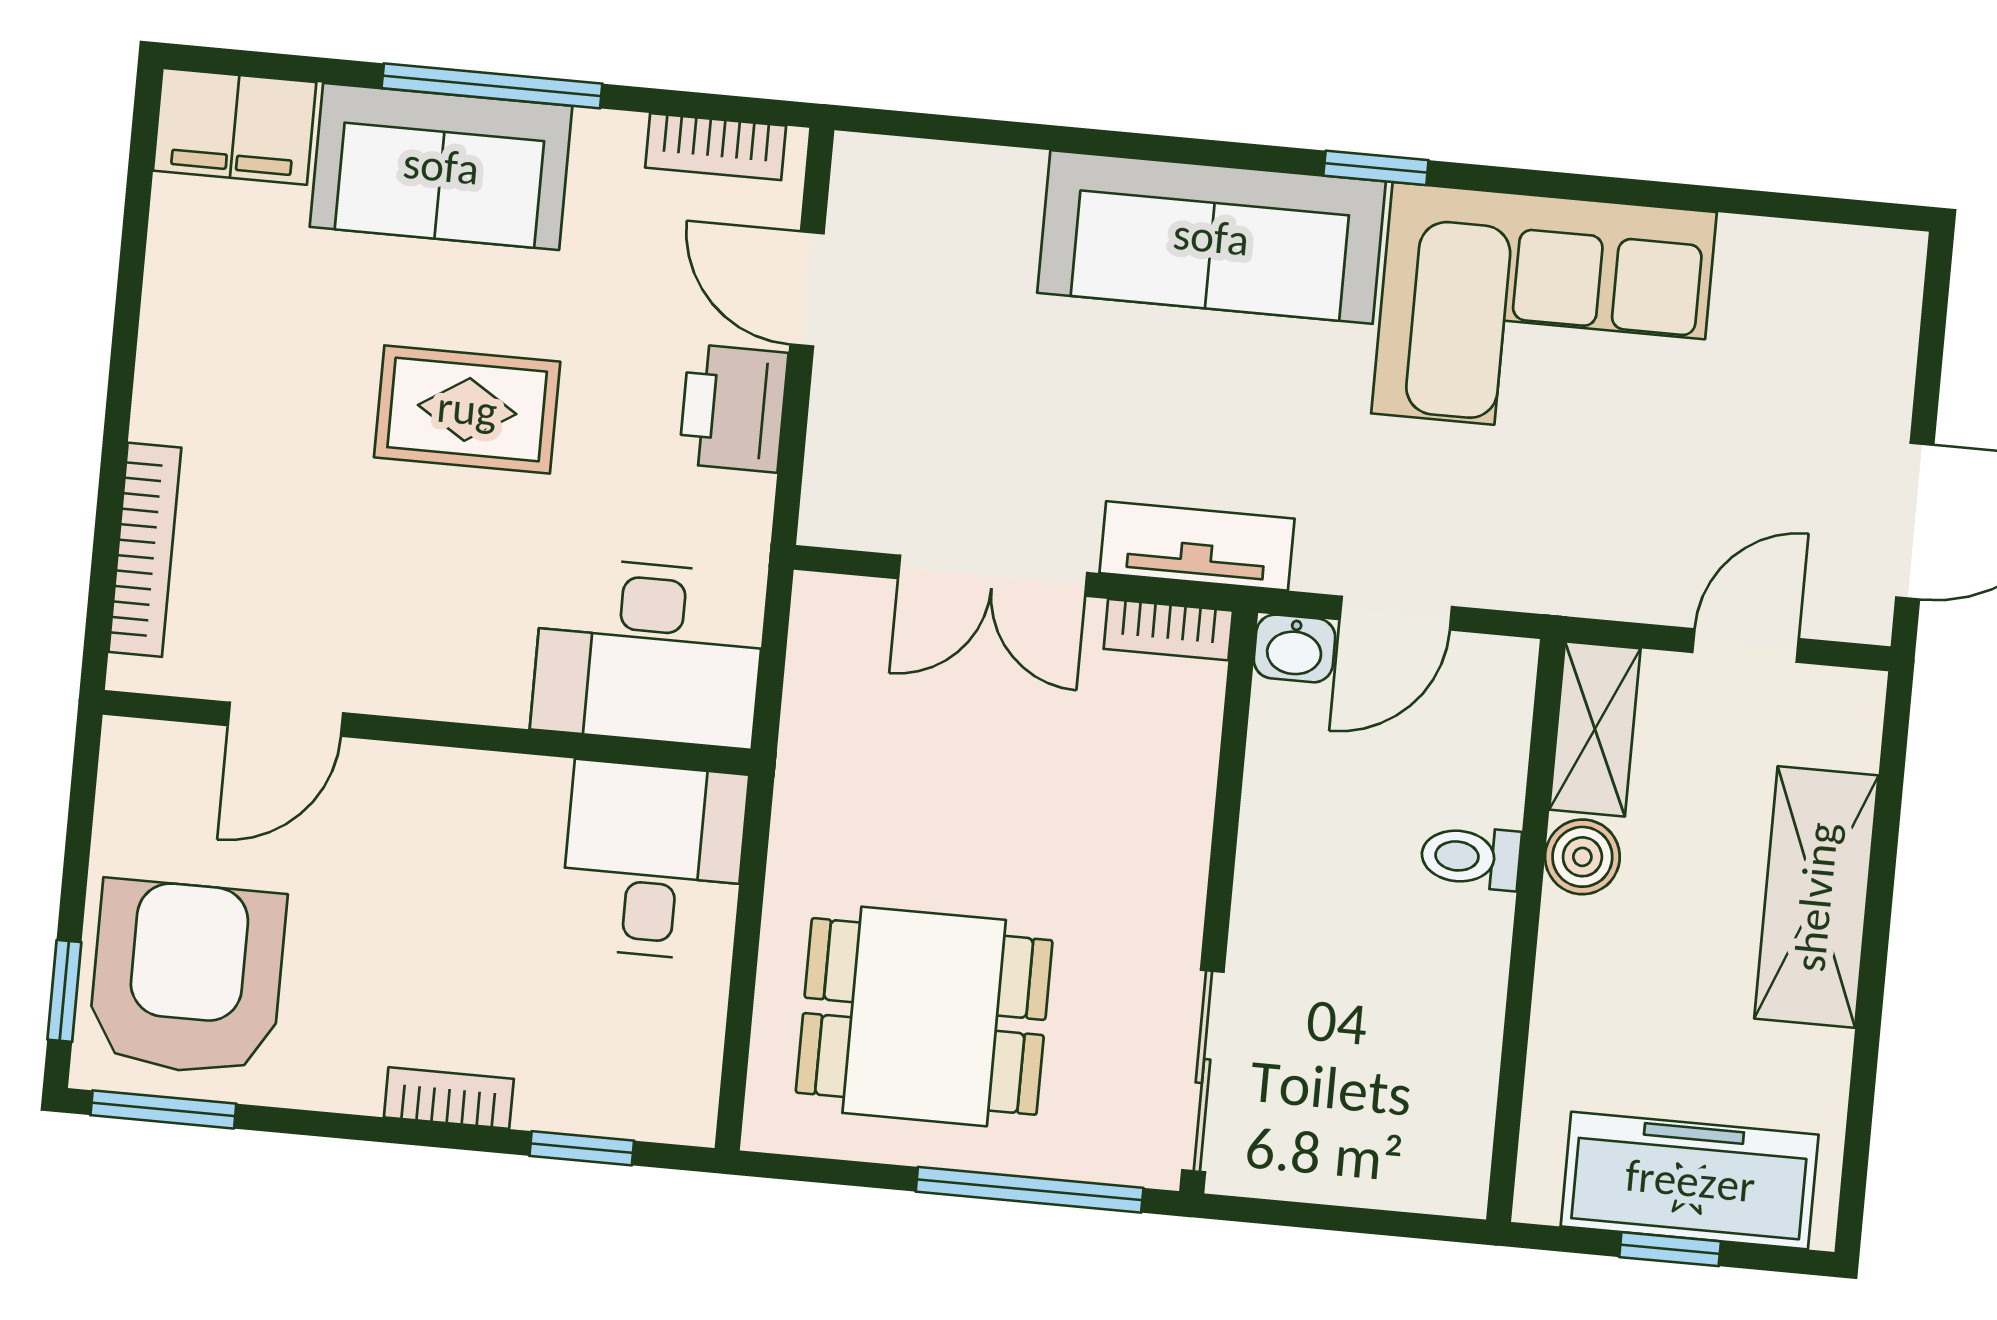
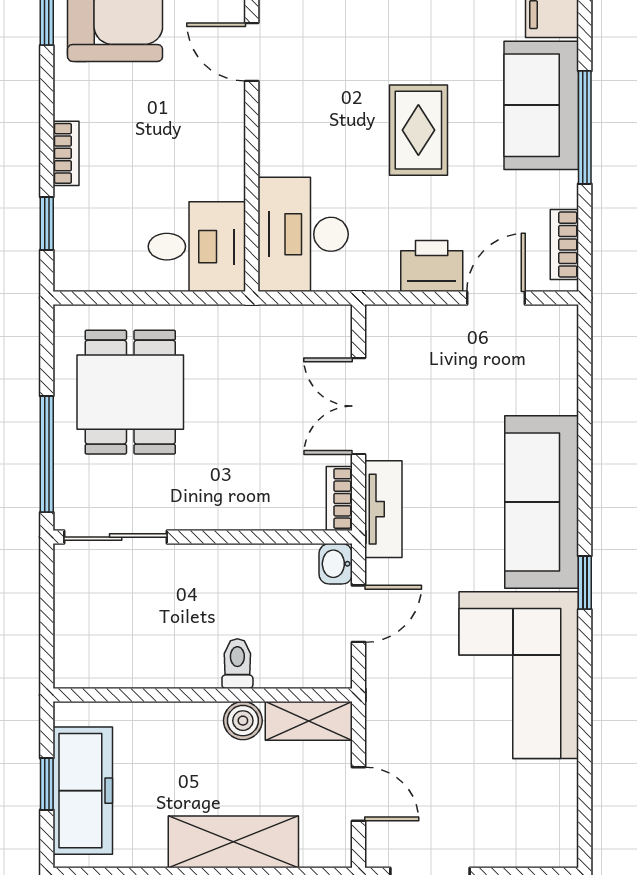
door: (1396, 613) -> (358, 614), swing flipped

